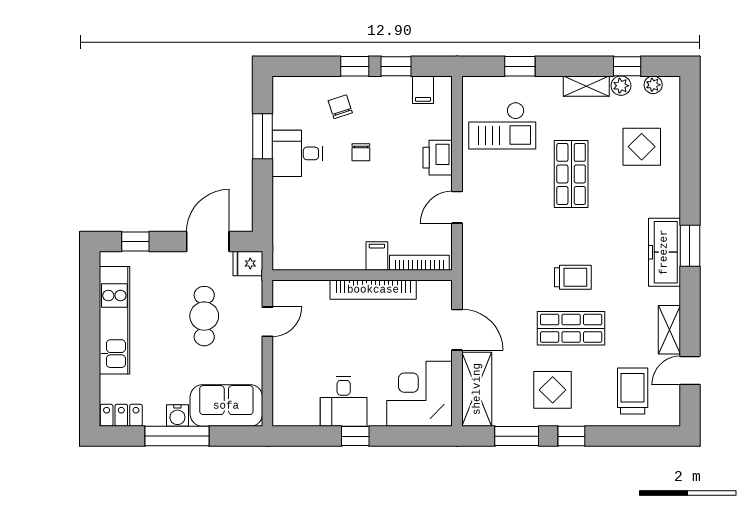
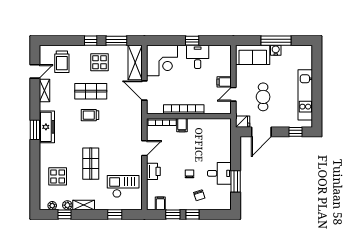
filing cabinet: (287, 348) -> (224, 82), added
locker: (121, 415) -> (302, 50), removed

